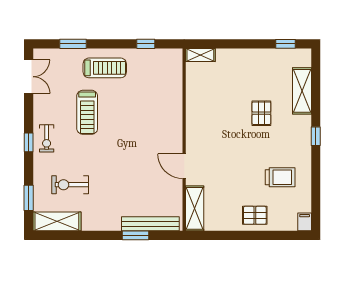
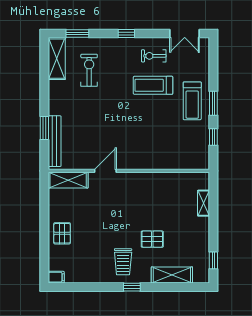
window: (73, 44) -> (213, 103), moved
shelving: (200, 55) -> (204, 203), moved
exercise bike: (47, 138) -> (154, 56), moved
trolley: (280, 177) -> (123, 262), moved

